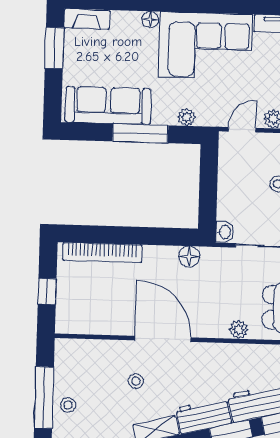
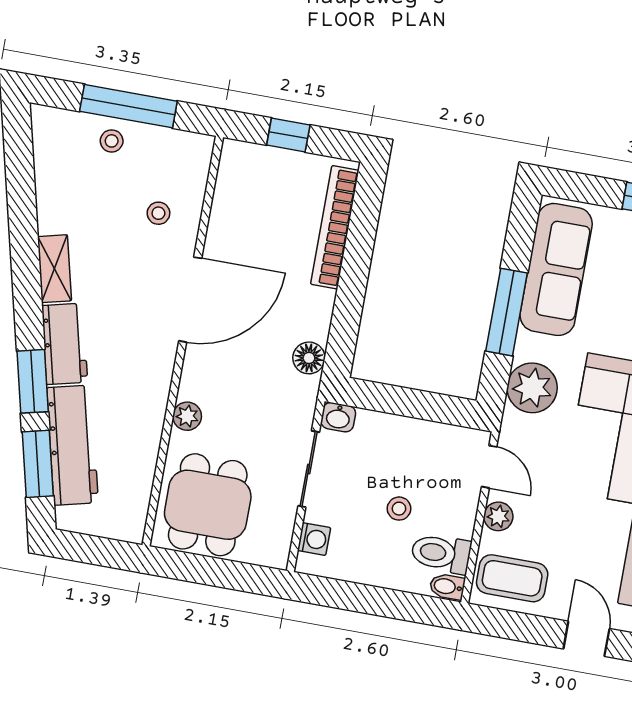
plant: (187, 117) -> (532, 388), width x1.88, depth x1.88
stool: (136, 381) -> (158, 213), moved

